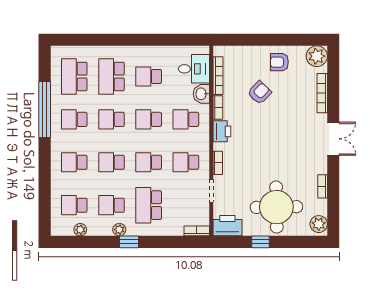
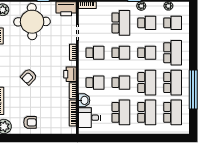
school desk: (149, 77) -> (121, 112), width x1.85
armchair: (259, 93) -> (29, 77), moved
school desk: (74, 119) -> (173, 83), width x1.85
school desk: (111, 119) -> (147, 83), width x1.85
school desk: (74, 162) -> (173, 53), width x1.85

